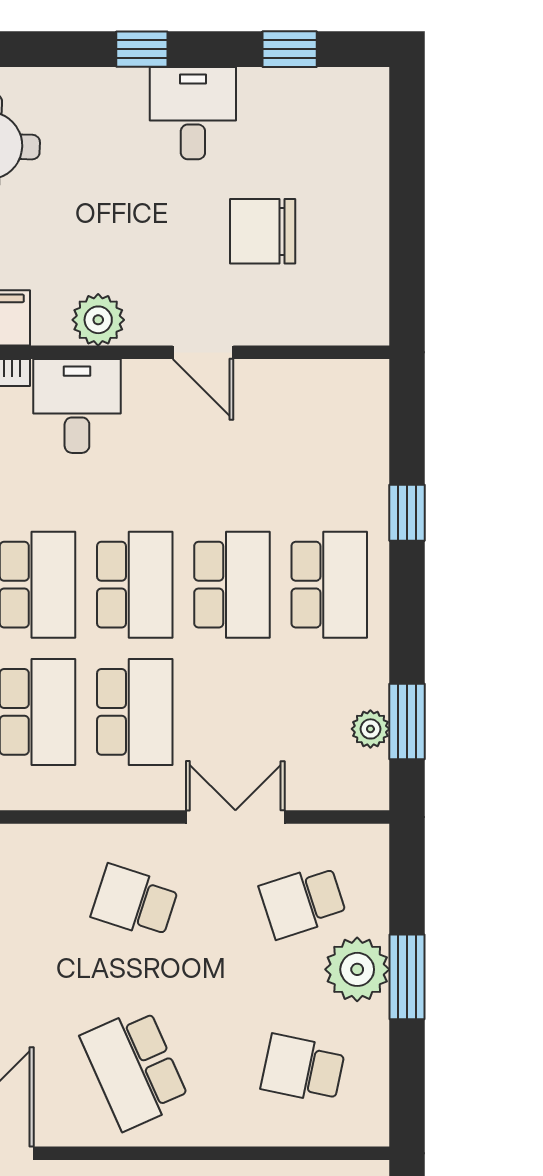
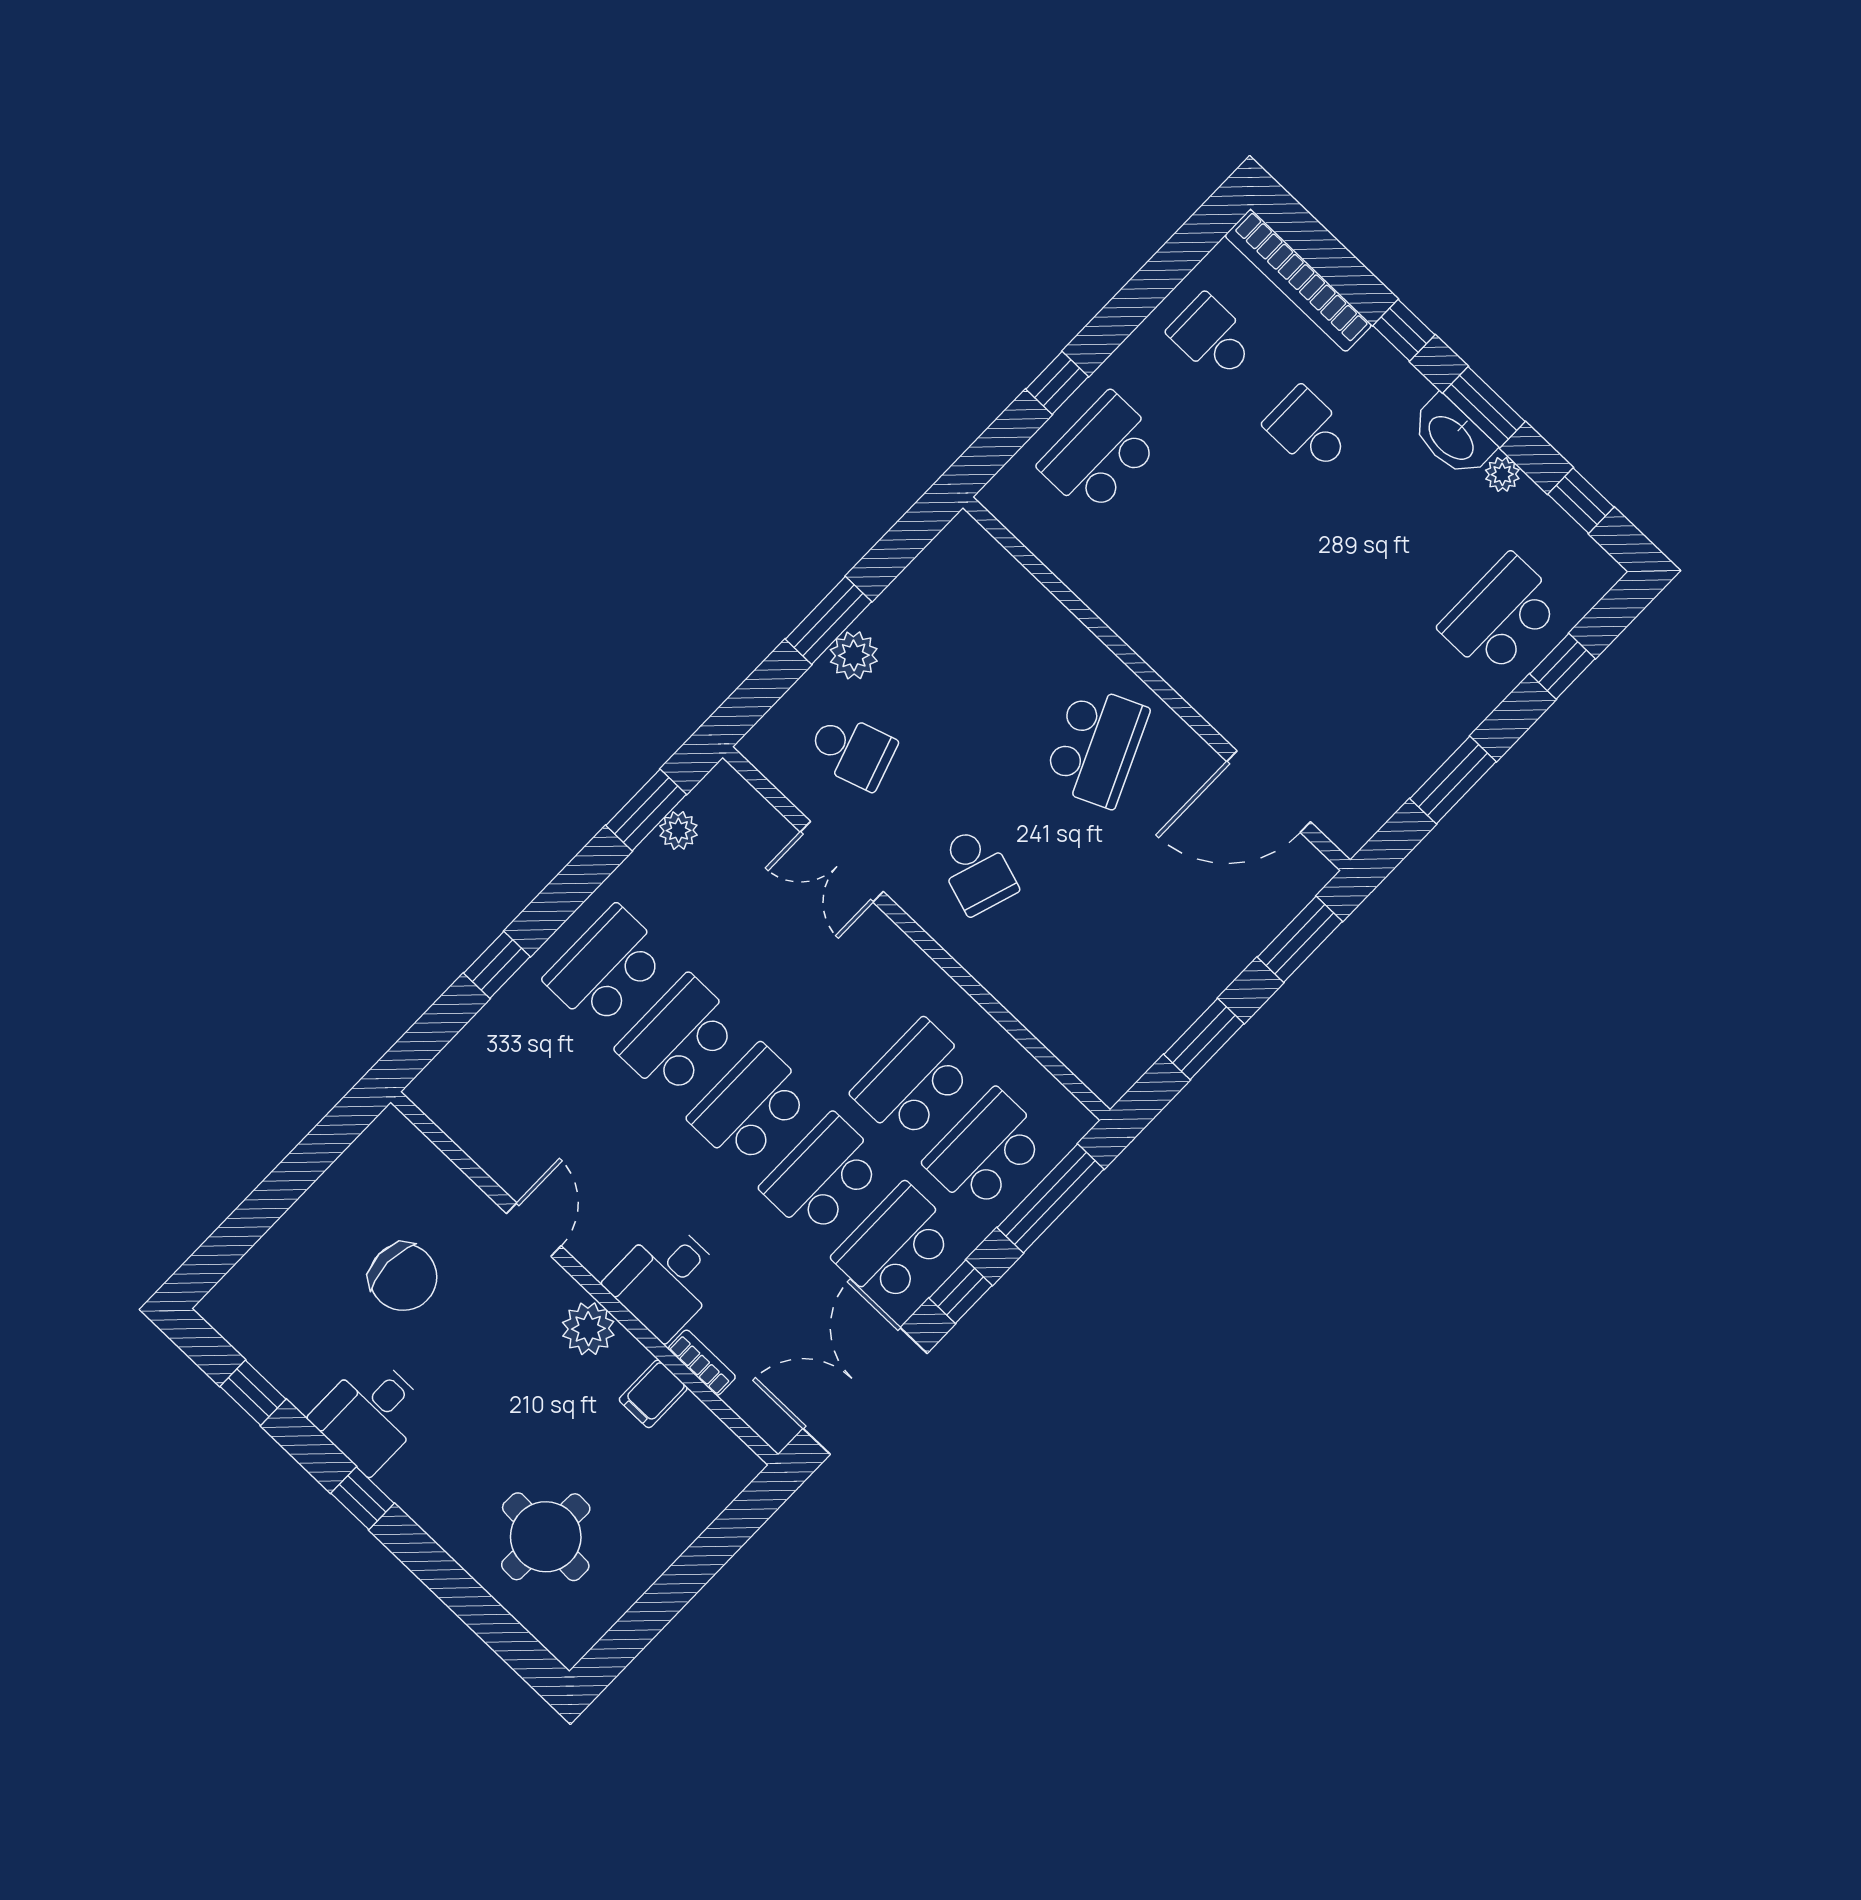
school desk: (135, 712) -> (841, 1011), removed
plant: (357, 969) -> (854, 655), width x0.73, depth x0.73
school desk: (303, 1069) -> (971, 627), removed

